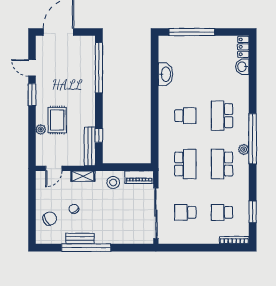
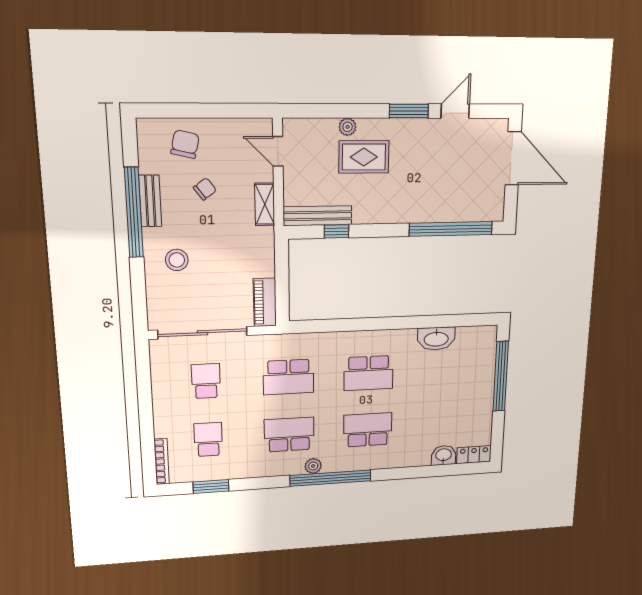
school desk: (185, 116) -> (369, 373), width x1.85
stool: (113, 182) -> (177, 260), moved
chair: (50, 219) -> (185, 144), turned -138

